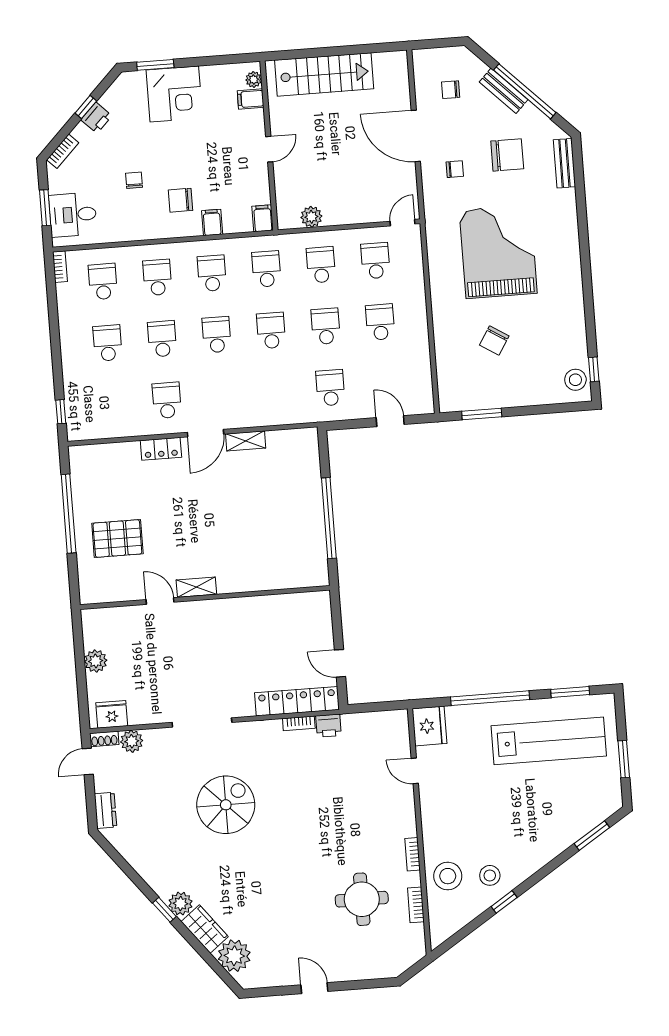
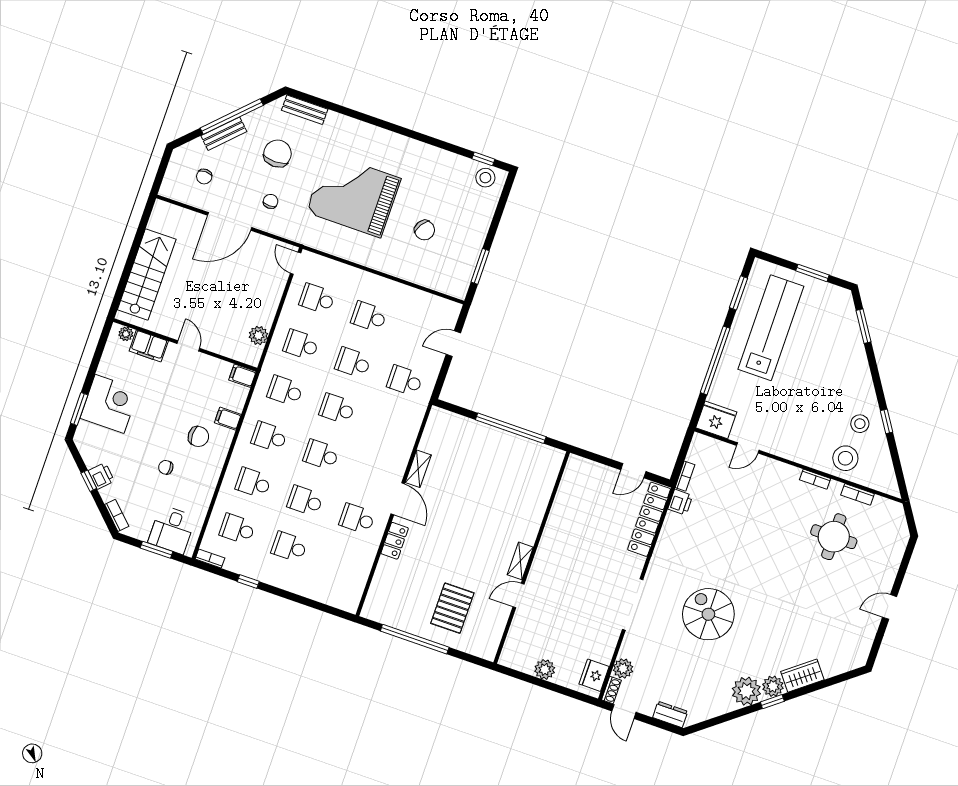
filing cabinet: (251, 99) -> (149, 346), width x2.00
chair: (180, 200) -> (198, 437), turned -90
window: (61, 412) -> (248, 582), moved
bookcase: (299, 723) -> (685, 476), moved
plant: (234, 956) -> (746, 691), moved

